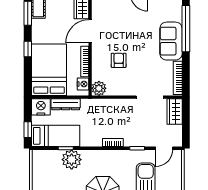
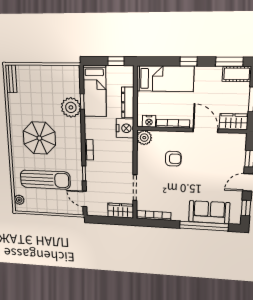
sofa: (171, 41) -> (209, 212), moved
bed: (49, 70) -> (165, 79), width x0.67
nightstand: (41, 107) -> (125, 128), moved
window: (28, 130) -> (116, 61), moved

